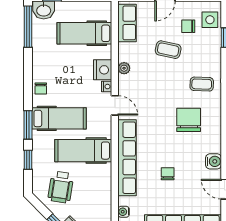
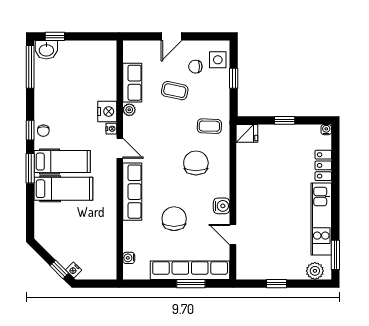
row of seats: (127, 23) -> (132, 83), moved
hospital bed: (84, 33) -> (88, 74), removed
hospital bed: (83, 151) -> (63, 189), moved, turned 180
row of seats: (127, 158) -> (132, 192), width x0.73
window: (28, 160) -> (30, 130), moved
chair: (168, 174) -> (174, 219), width x1.87, depth x1.87
wheelchair: (61, 187) -> (64, 232), removed

